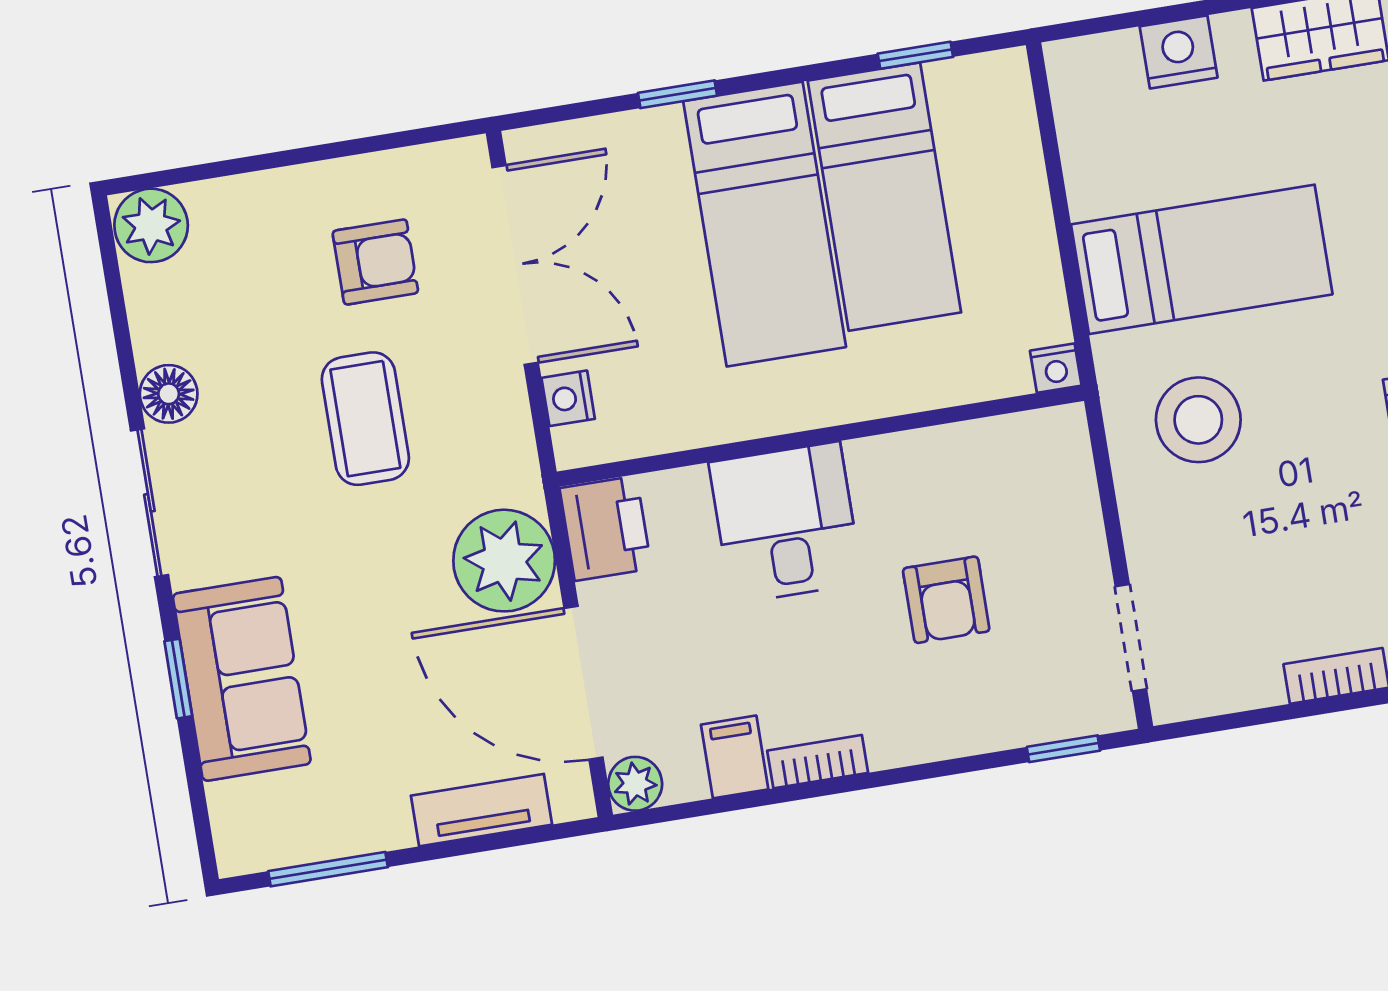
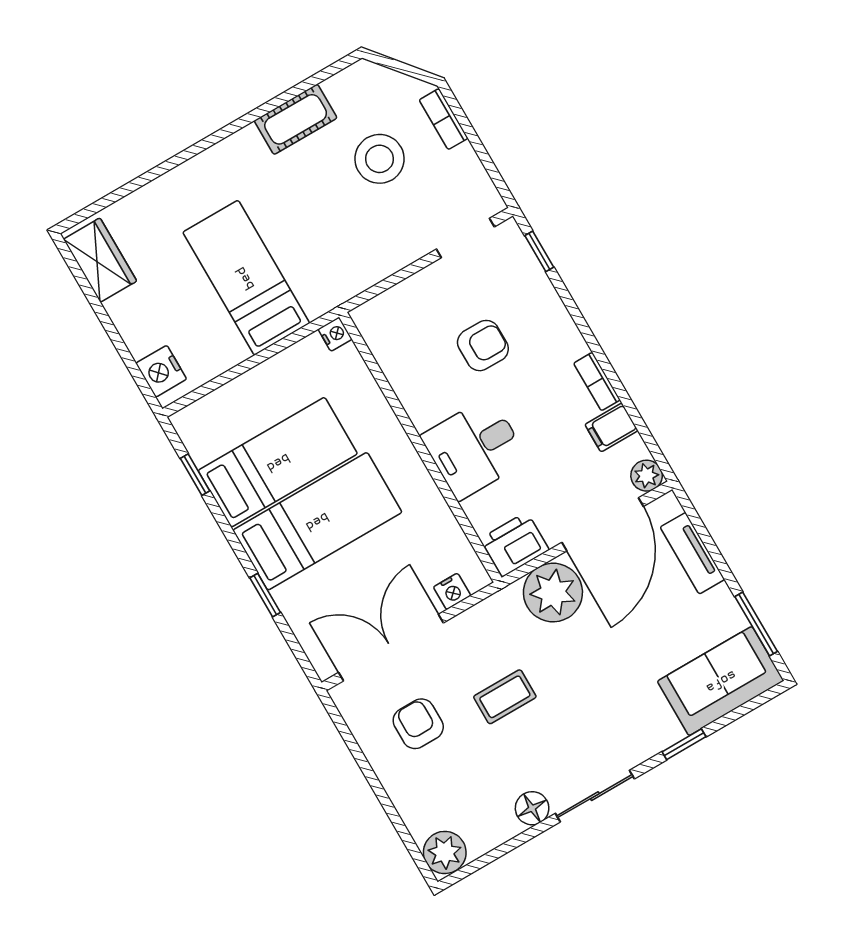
nightstand: (1179, 52) -> (161, 371), moved
coffee table: (365, 419) -> (505, 697), width x0.73, depth x0.77
stool: (1198, 420) -> (380, 159), moved
sofa: (242, 679) -> (721, 681), moved

